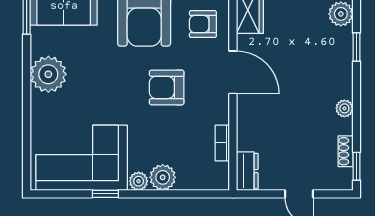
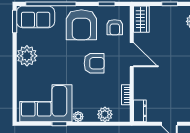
armchair: (203, 24) -> (115, 27), turned -90
armchair: (167, 87) -> (94, 63), turned 180
plant: (163, 177) -> (105, 114), moved

